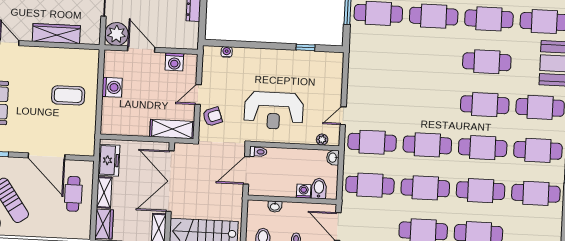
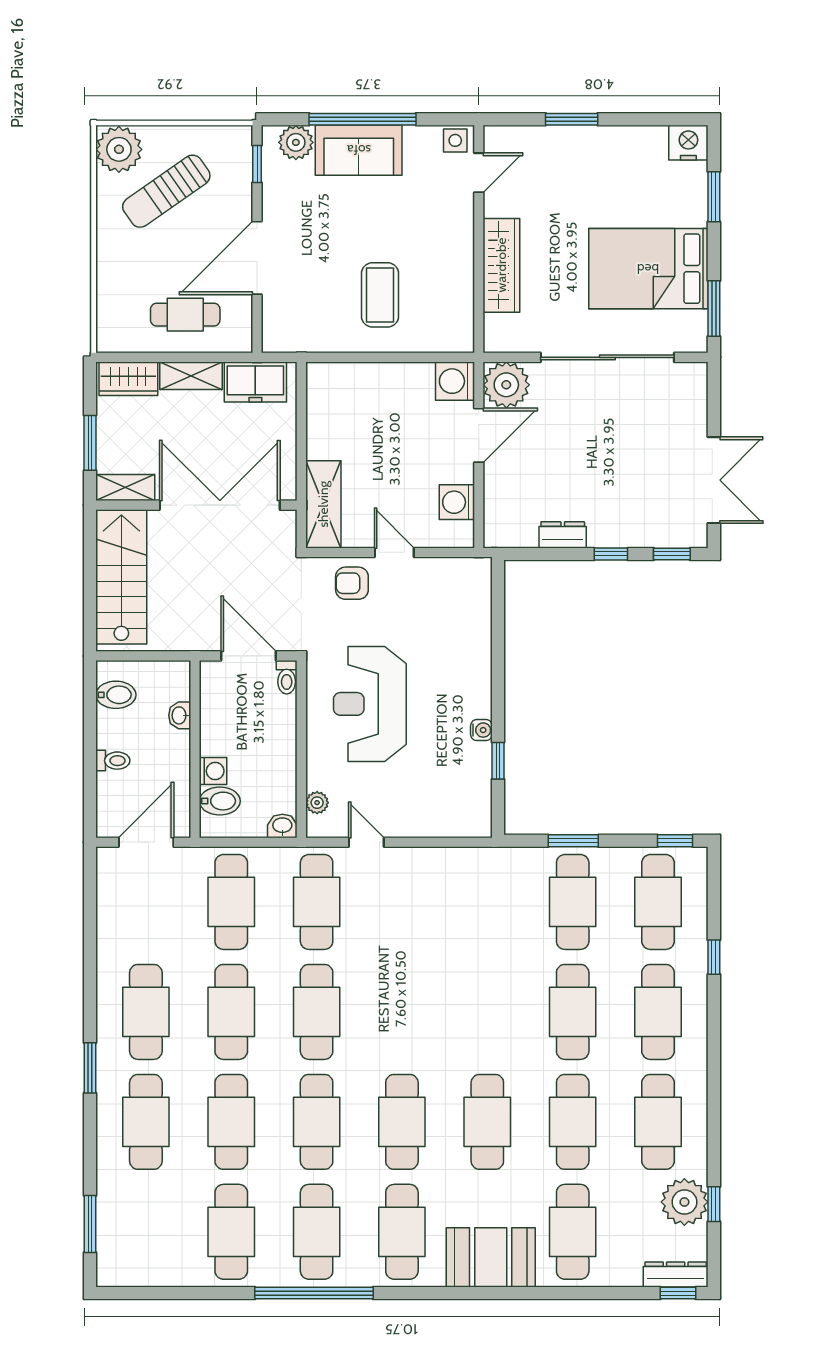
water cooler: (227, 52) -> (481, 730), moved
washing machine: (112, 87) -> (455, 381), moved, turned 90
armchair: (213, 117) -> (352, 583), turned 110

